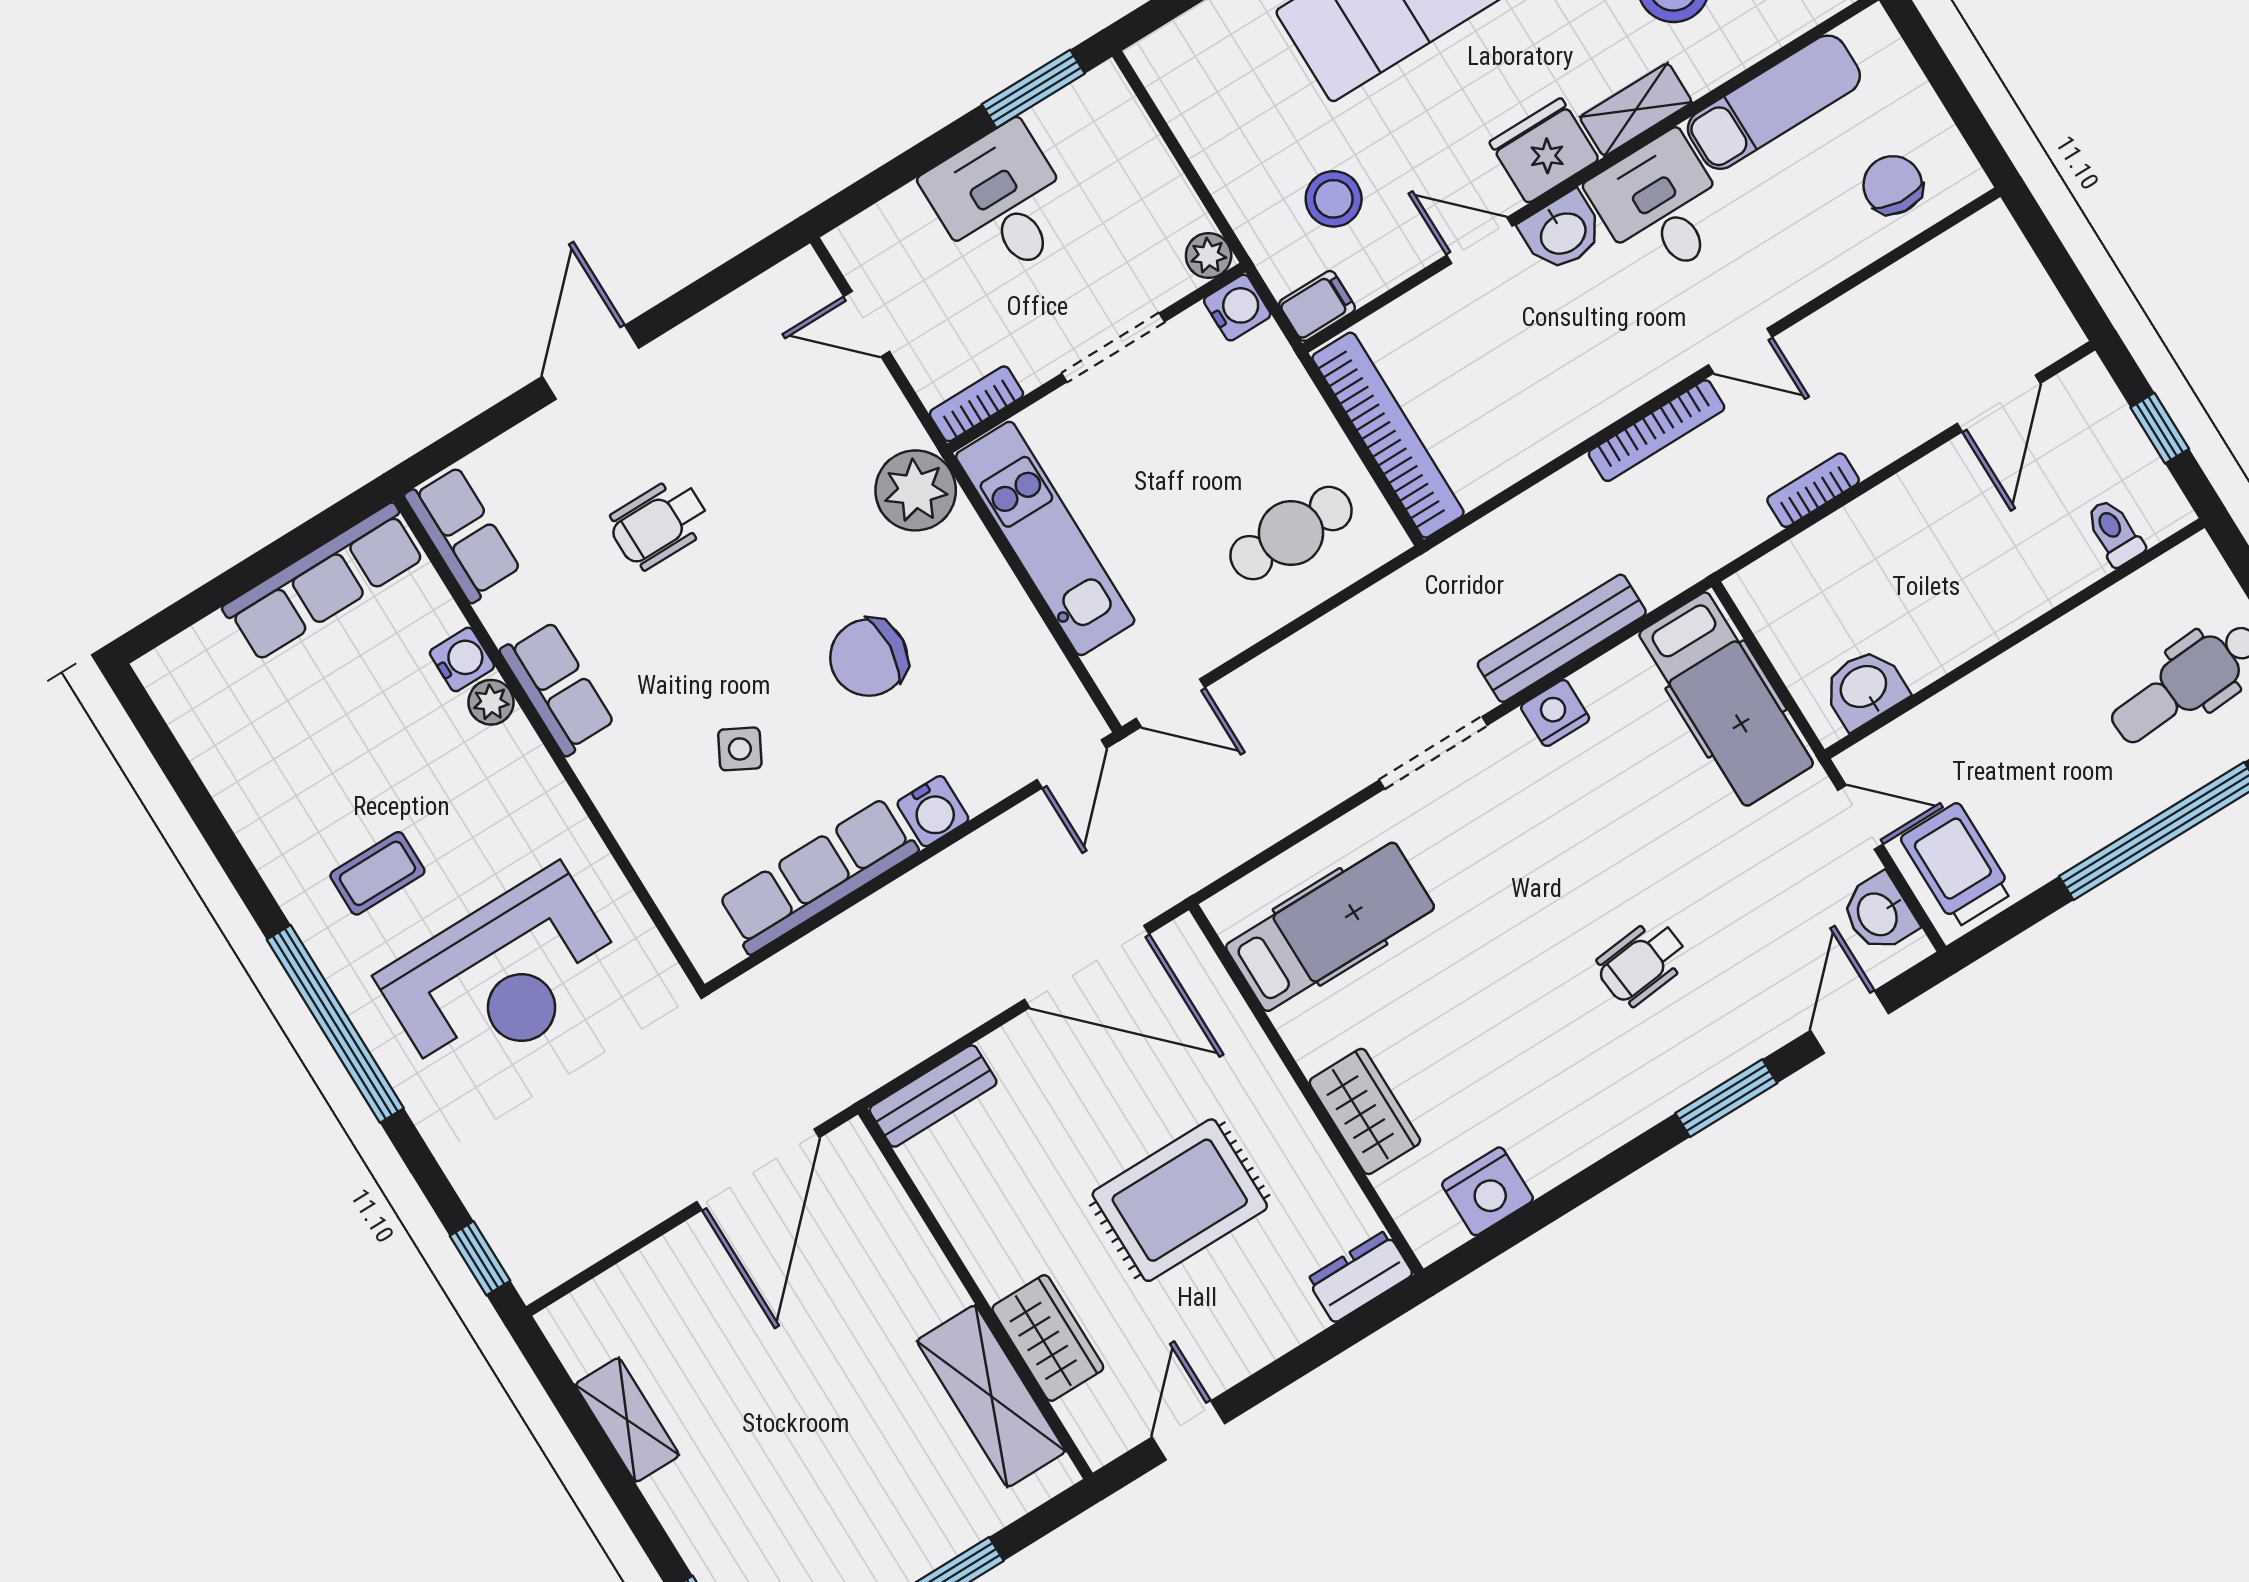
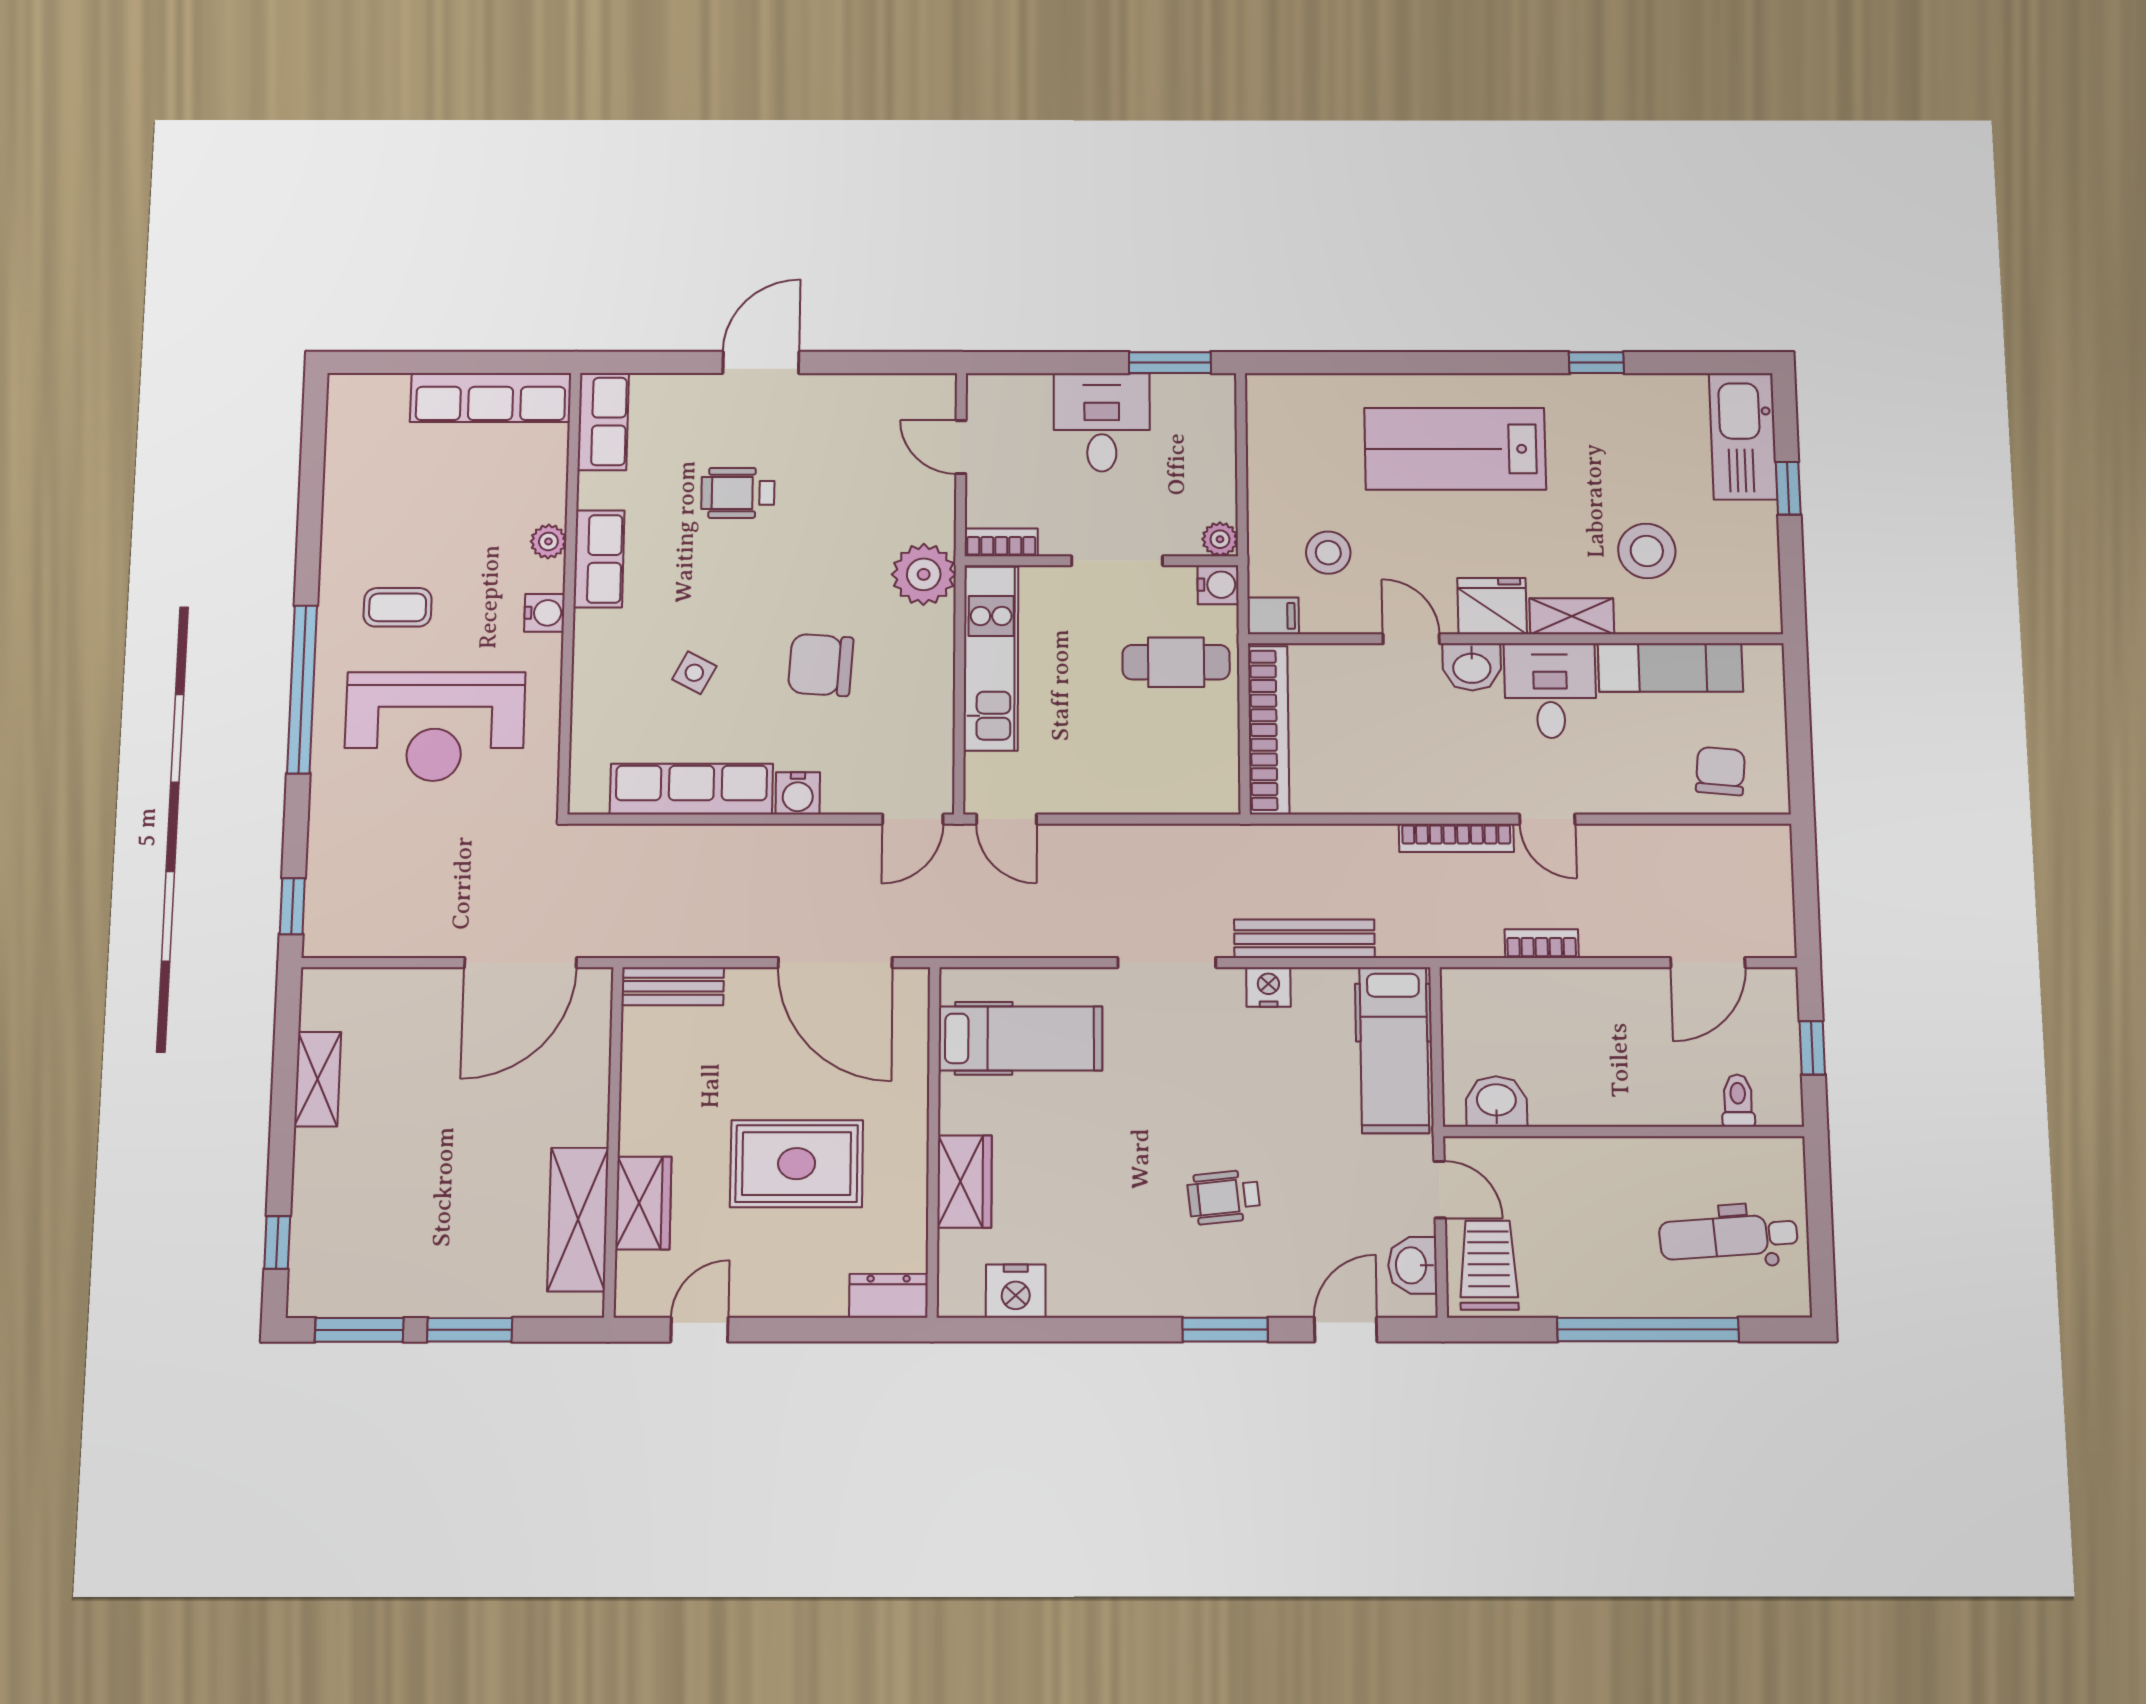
cafe table: (1291, 533) -> (1176, 662), moved
water cooler: (462, 659) -> (544, 613), moved

